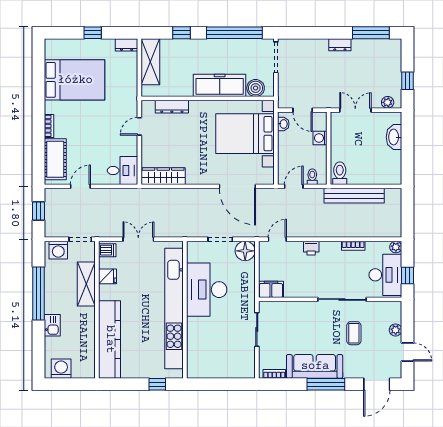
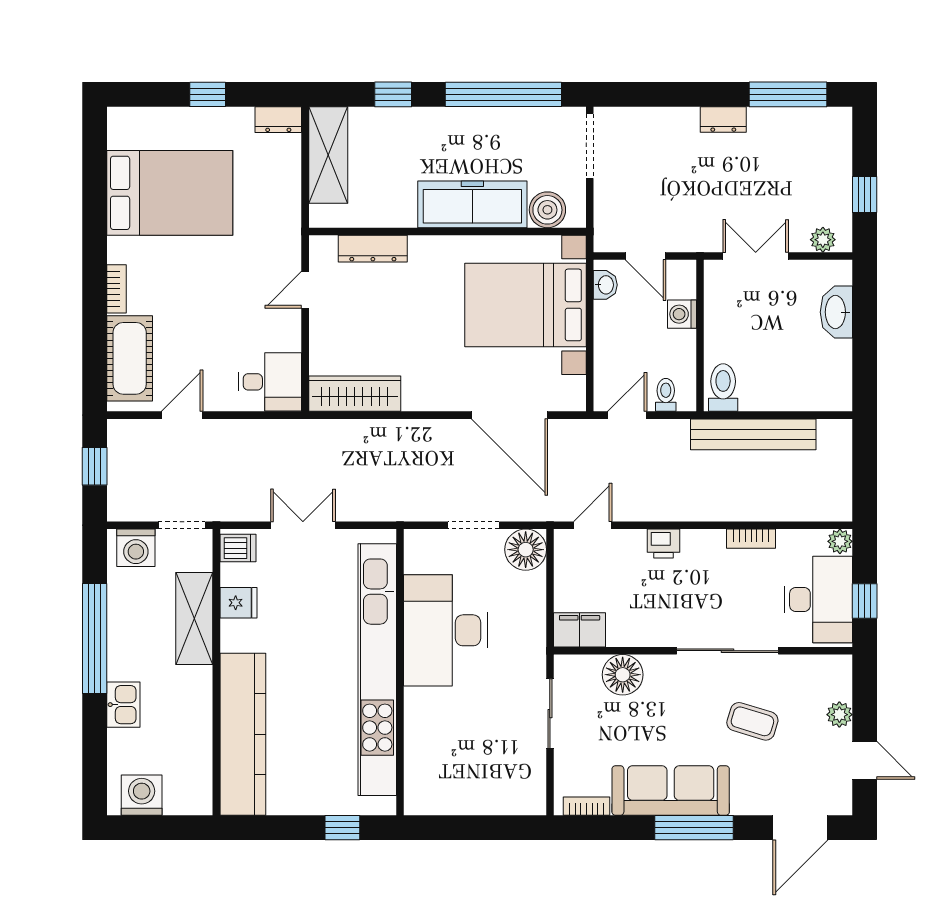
floor lamp: (292, 311) -> (623, 675), added
coffee table: (354, 333) -> (752, 721), turned -73

